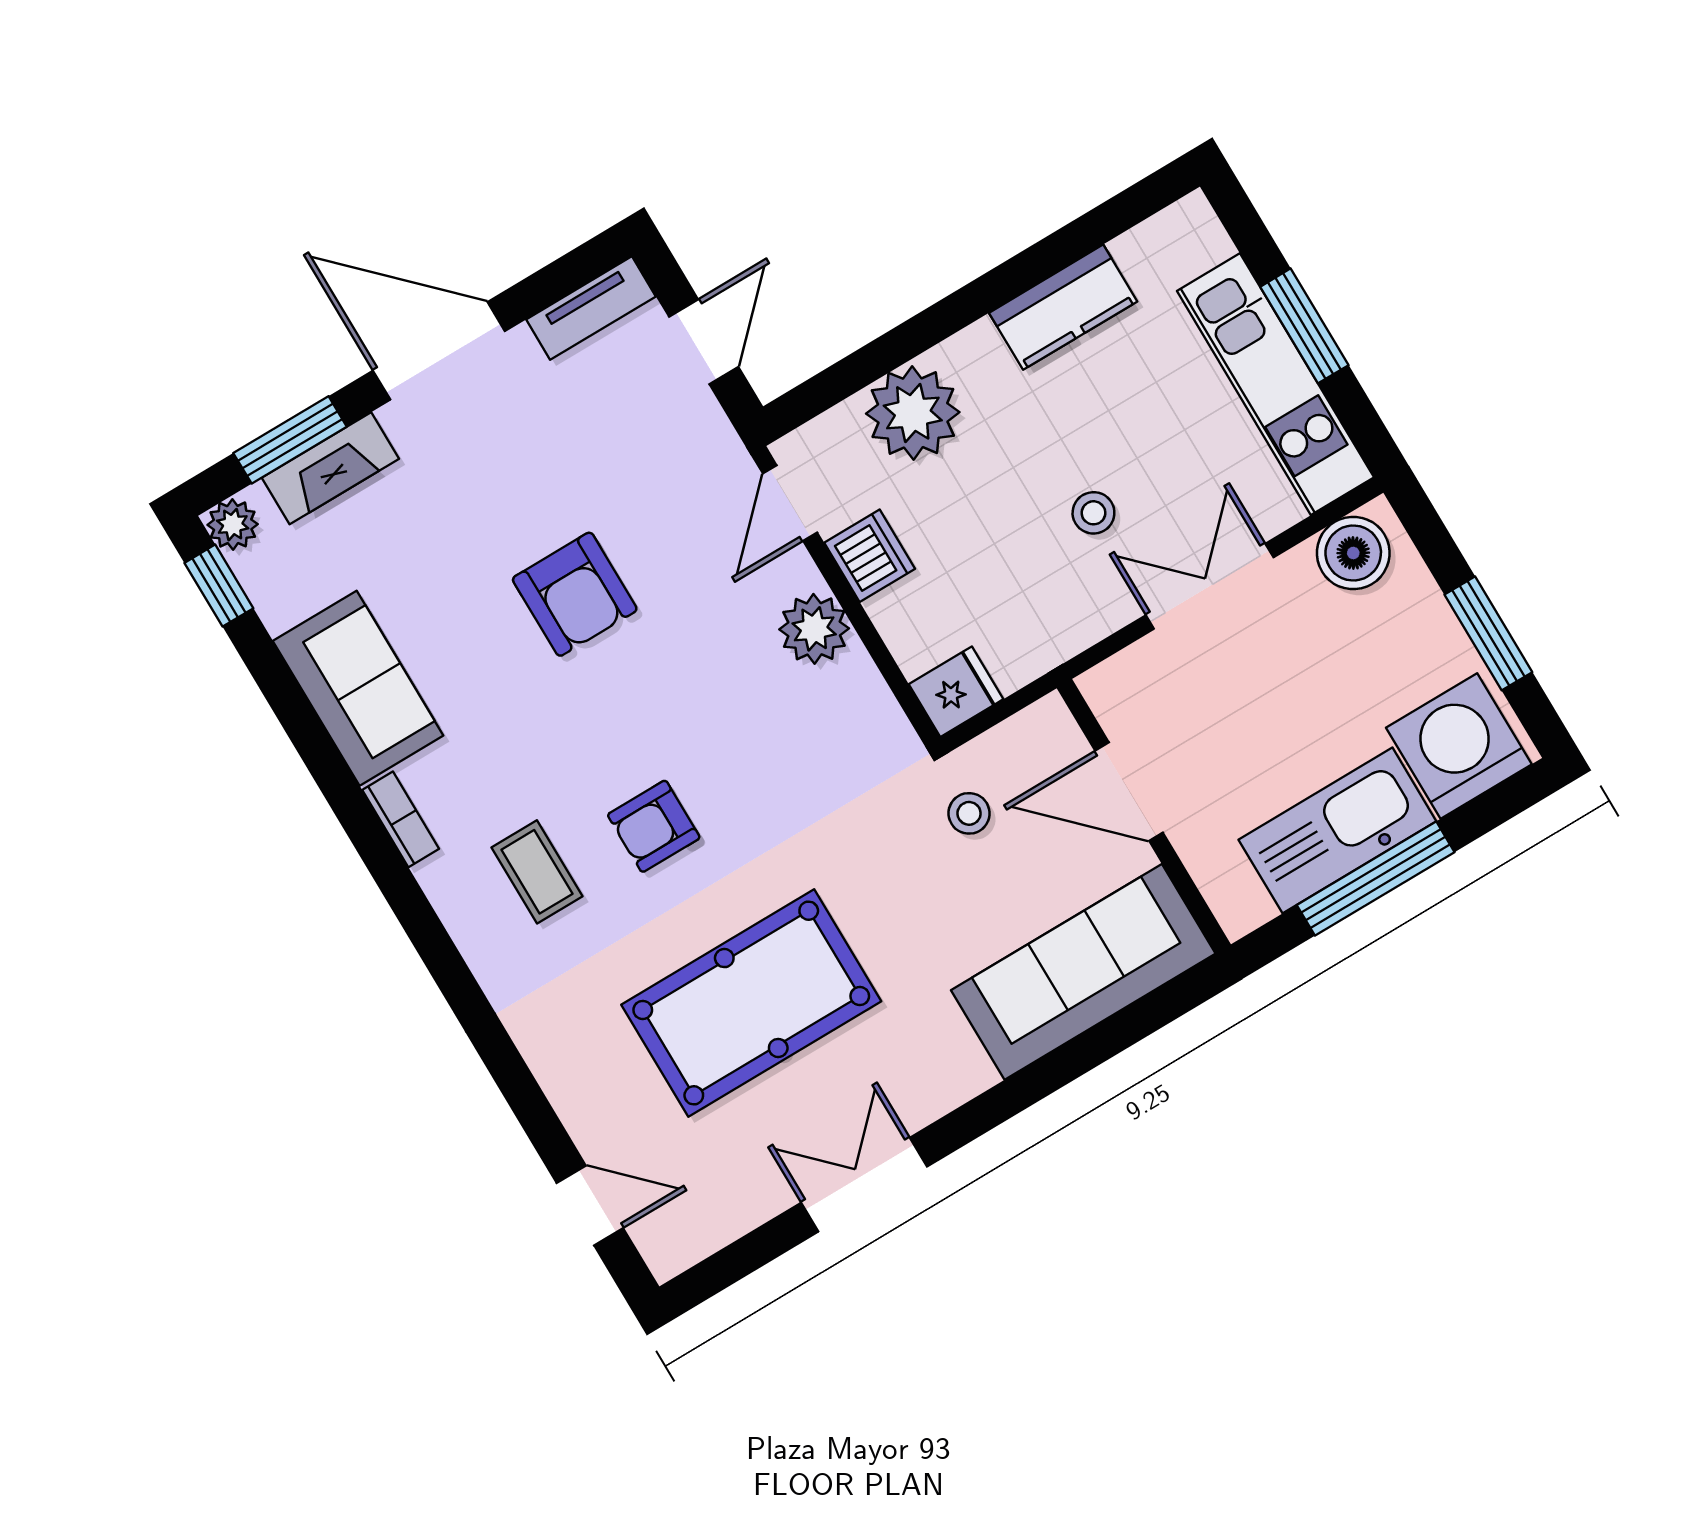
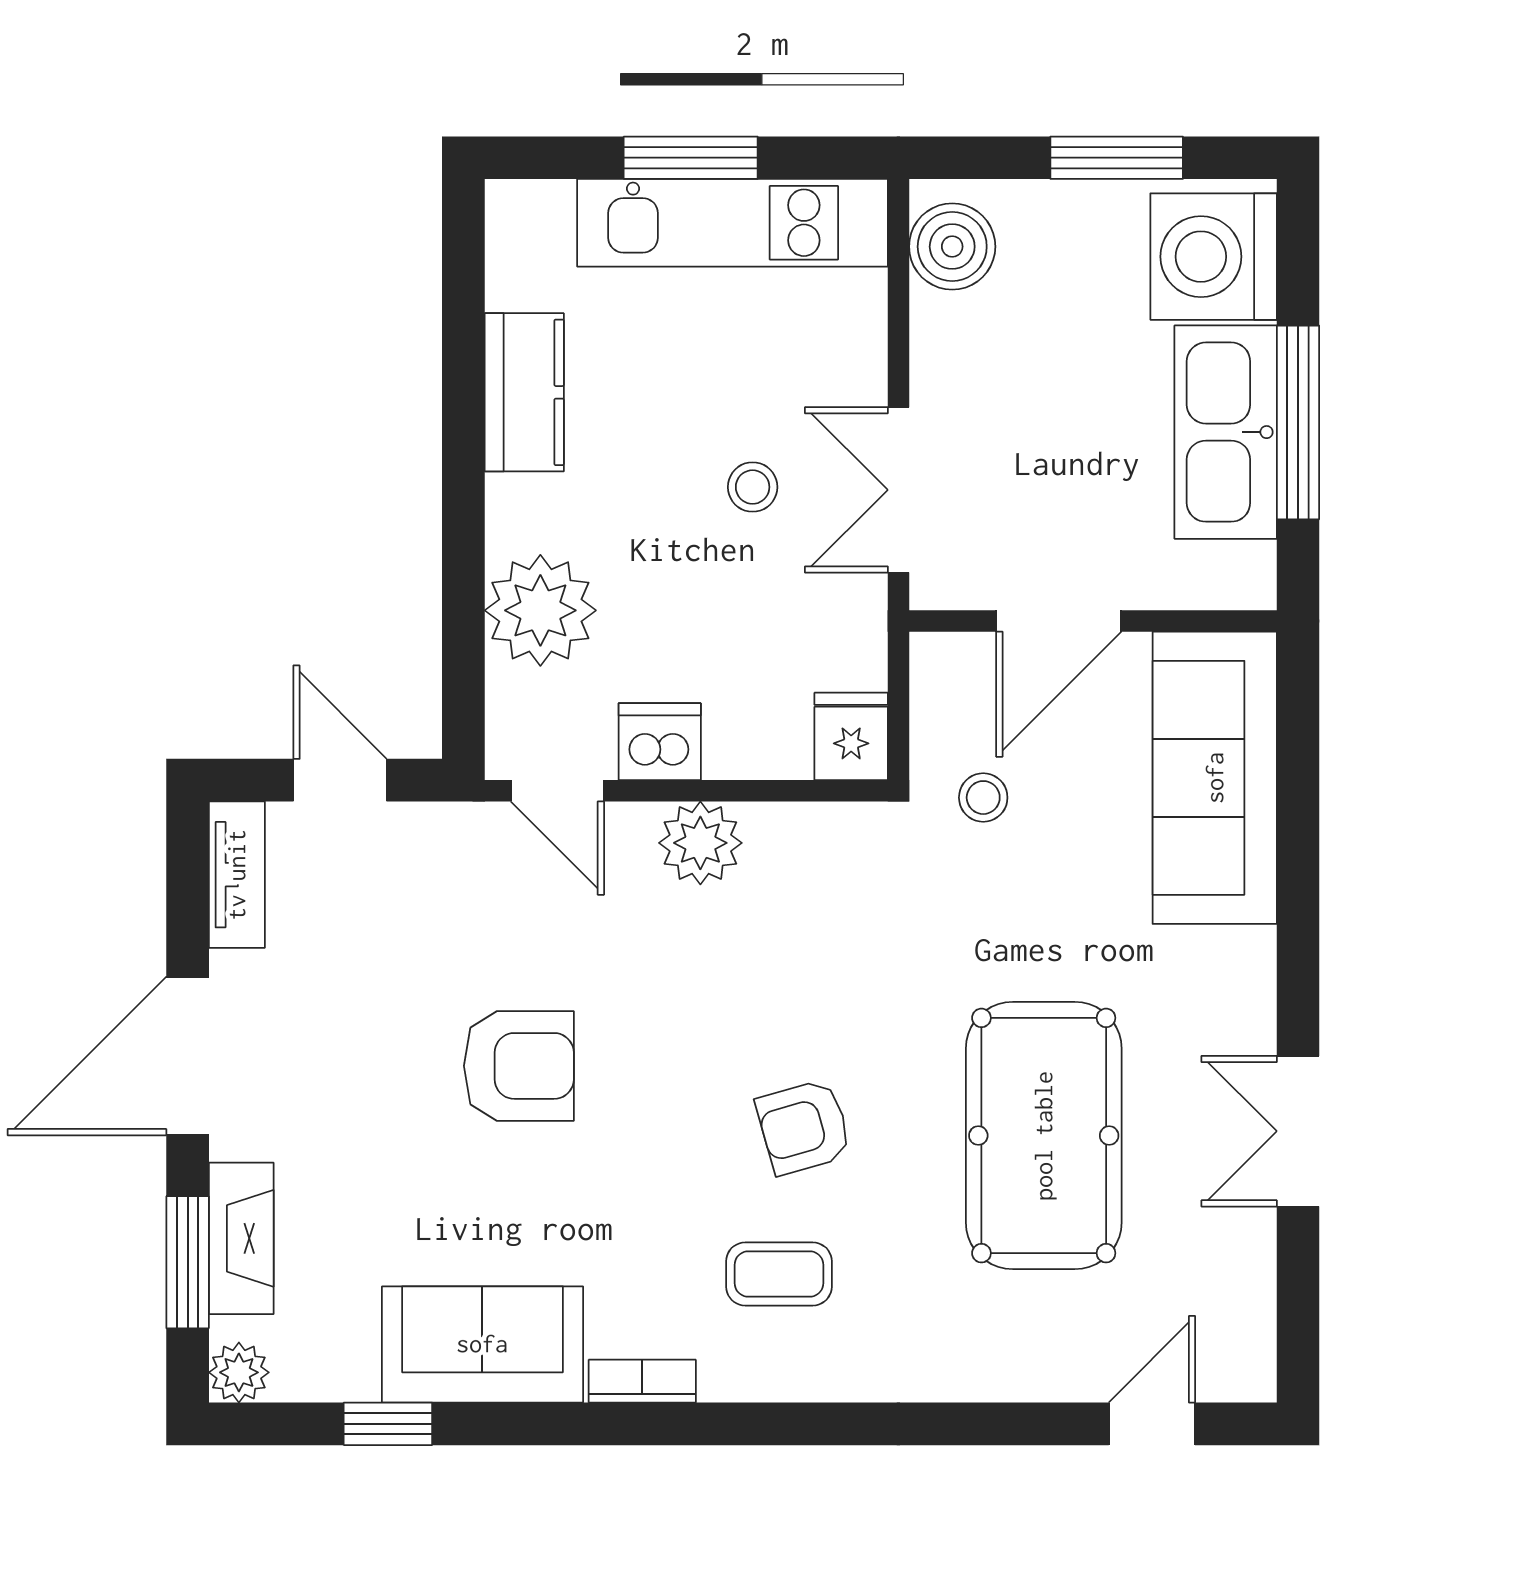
window: (219, 586) -> (388, 1424), moved
double door: (1210, 586) -> (898, 490), moved
armchair: (654, 826) -> (804, 1127), turned 74

